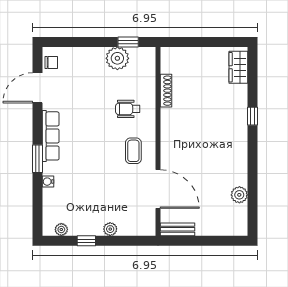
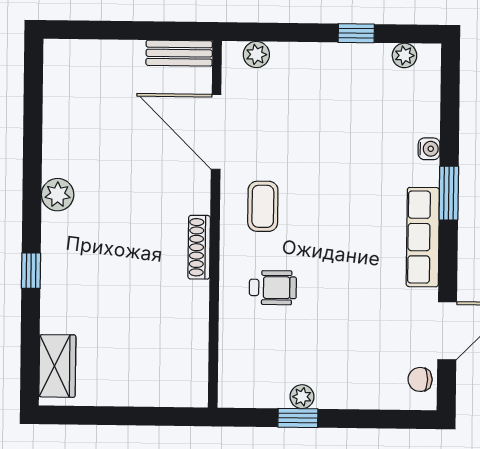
window: (128, 42) -> (298, 418), moved
plant: (117, 58) -> (302, 397), width x0.53, depth x0.53
shoe rack: (166, 91) -> (199, 247), moved
plant: (239, 195) -> (58, 195), moved
plant: (110, 229) -> (256, 54), moved

